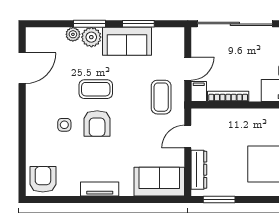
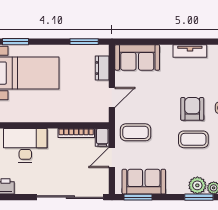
window: (138, 24) -> (138, 197), moved
sofa: (127, 41) -> (144, 182), moved
coffee table: (161, 97) -> (136, 132), turned 90
dresser: (199, 170) -> (102, 68), width x0.70

